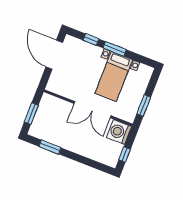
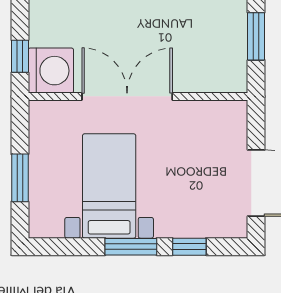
window: (144, 106) -> (20, 178), moved
window: (125, 155) -> (20, 56), moved

